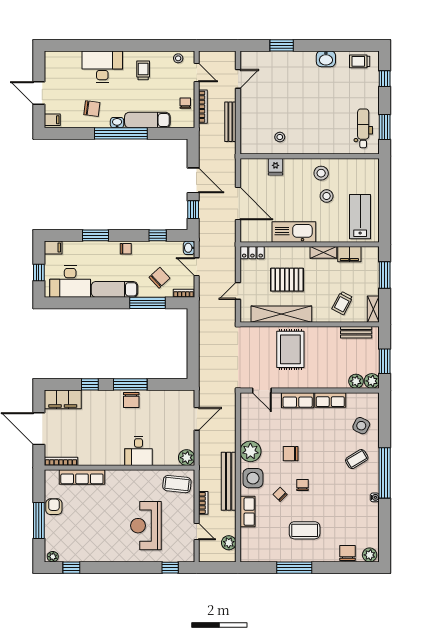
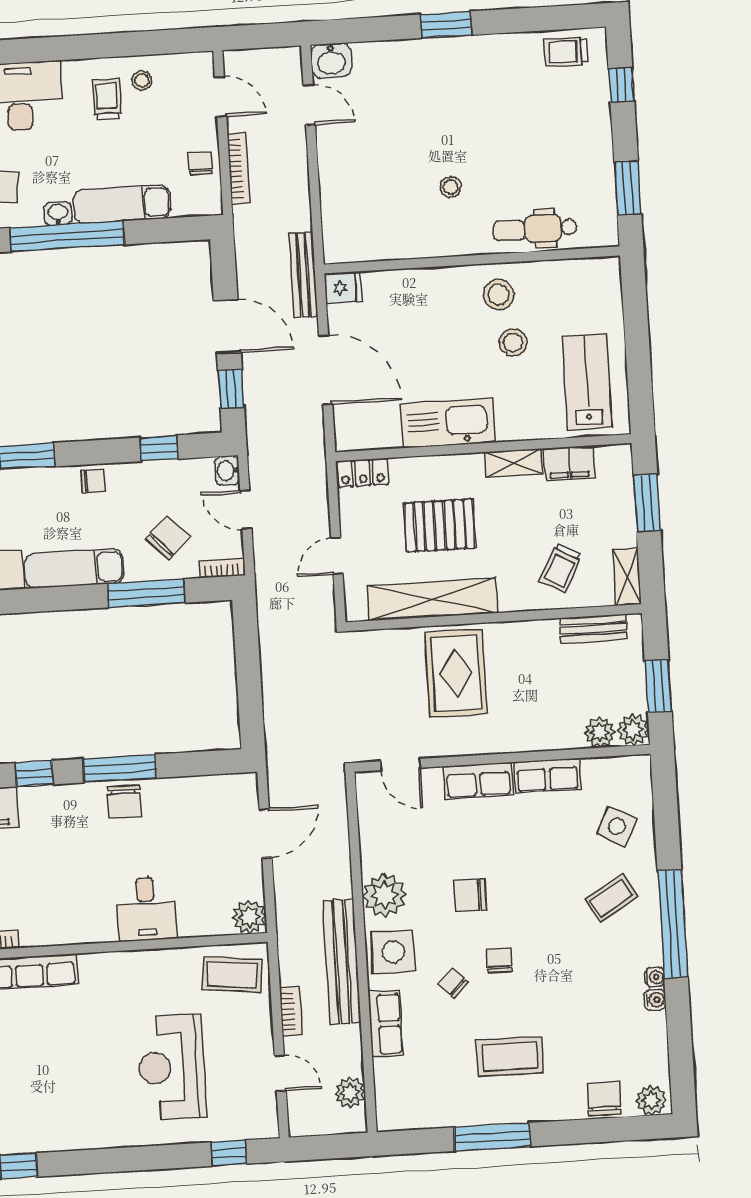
window: (282, 45) -> (446, 25), moved
stool: (178, 58) -> (142, 81), moved
washbasin: (326, 59) -> (331, 61), moved
door: (238, 79) -> (309, 105), hinge flipped
bench: (230, 122) -> (303, 275), moved
dental chair: (363, 128) -> (535, 229), moved, turned -90
stool: (280, 137) -> (451, 187), moved
fridge: (276, 167) -> (343, 287), moved, turned -90
water cooler: (374, 508) -> (655, 1000), added

